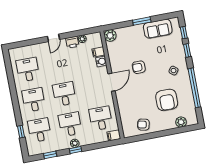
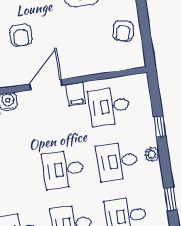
door: (112, 82) -> (46, 85), hinge flipped
filing cabinet: (114, 135) -> (76, 94), moved
window: (76, 150) -> (160, 127), moved

